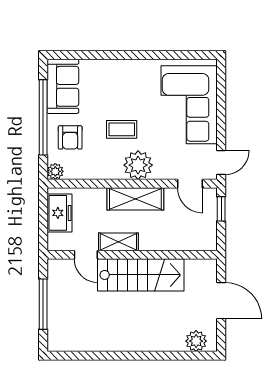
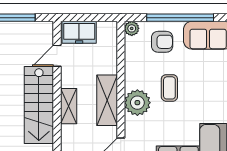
armchair: (70, 137) -> (162, 42), turned 180
freezer: (59, 213) -> (79, 32), moved
shelving: (118, 242) -> (69, 106), moved

